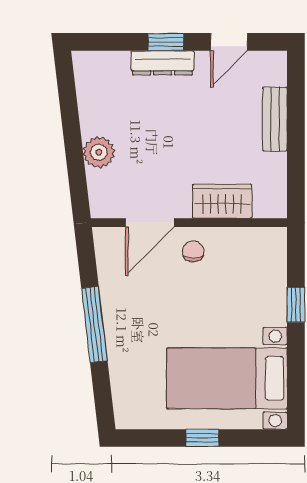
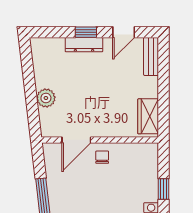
bench: (275, 119) -> (151, 56), moved
wardrobe: (222, 201) -> (148, 116), moved, turned -90

